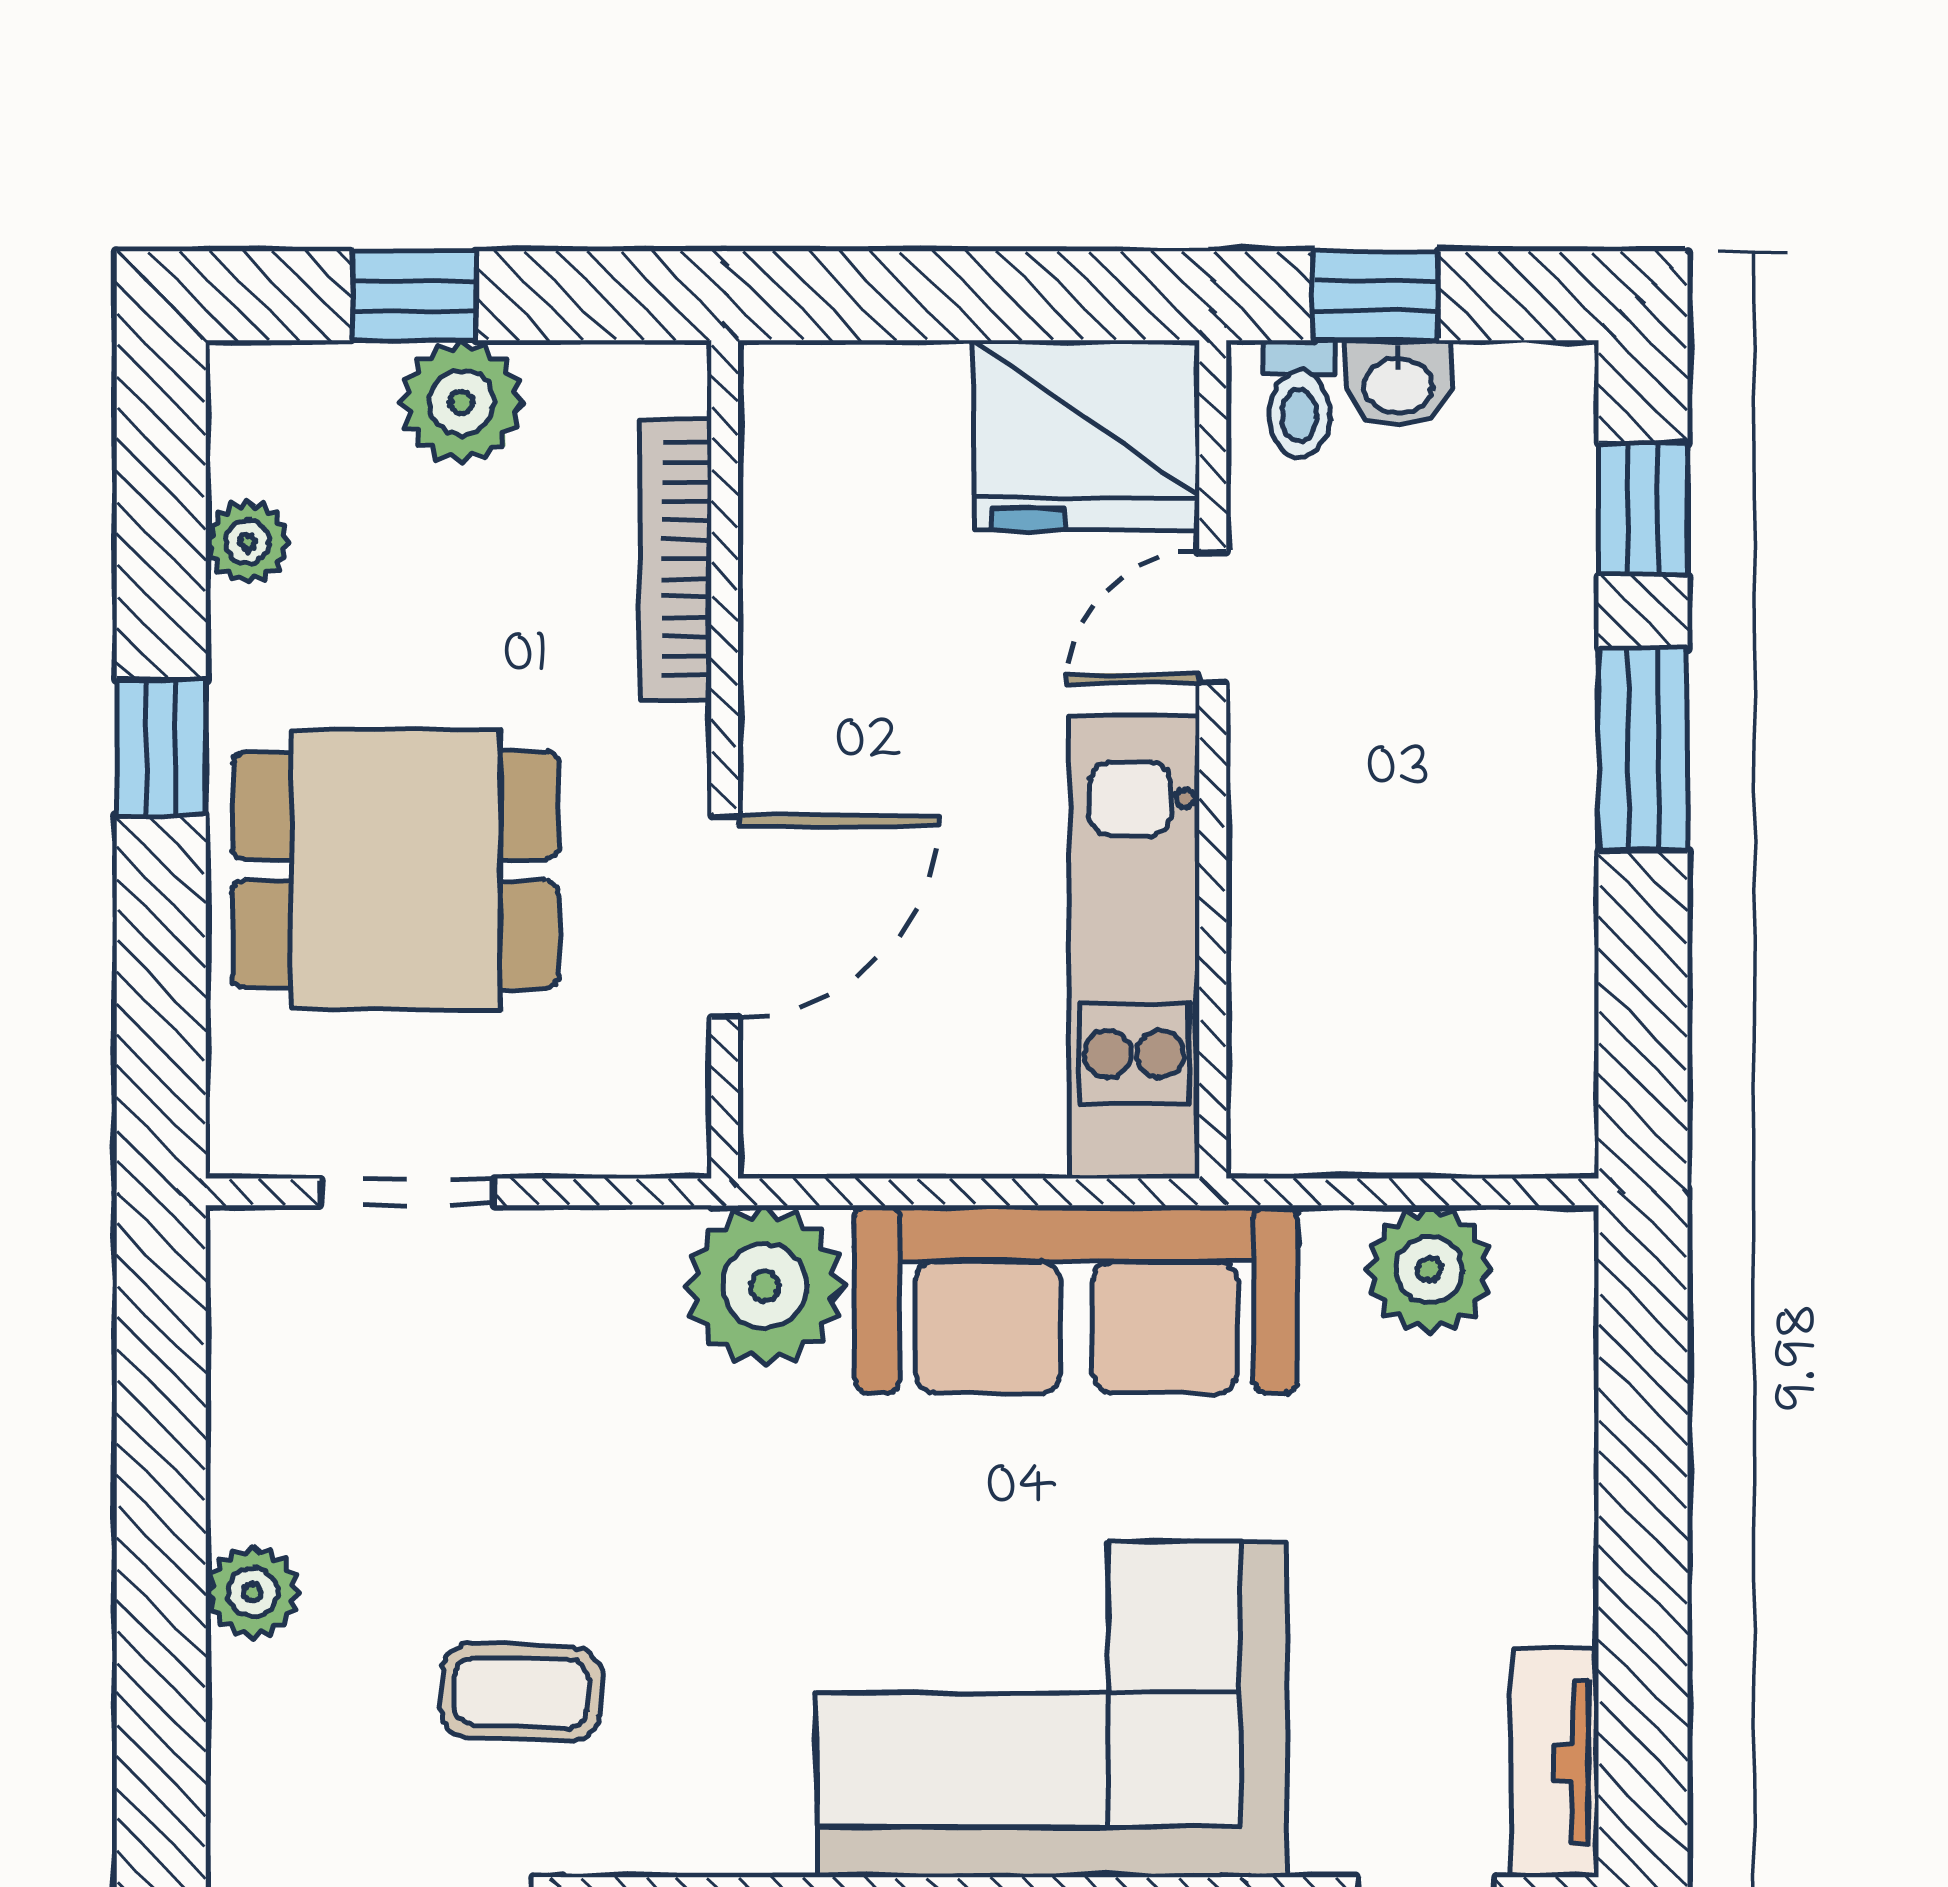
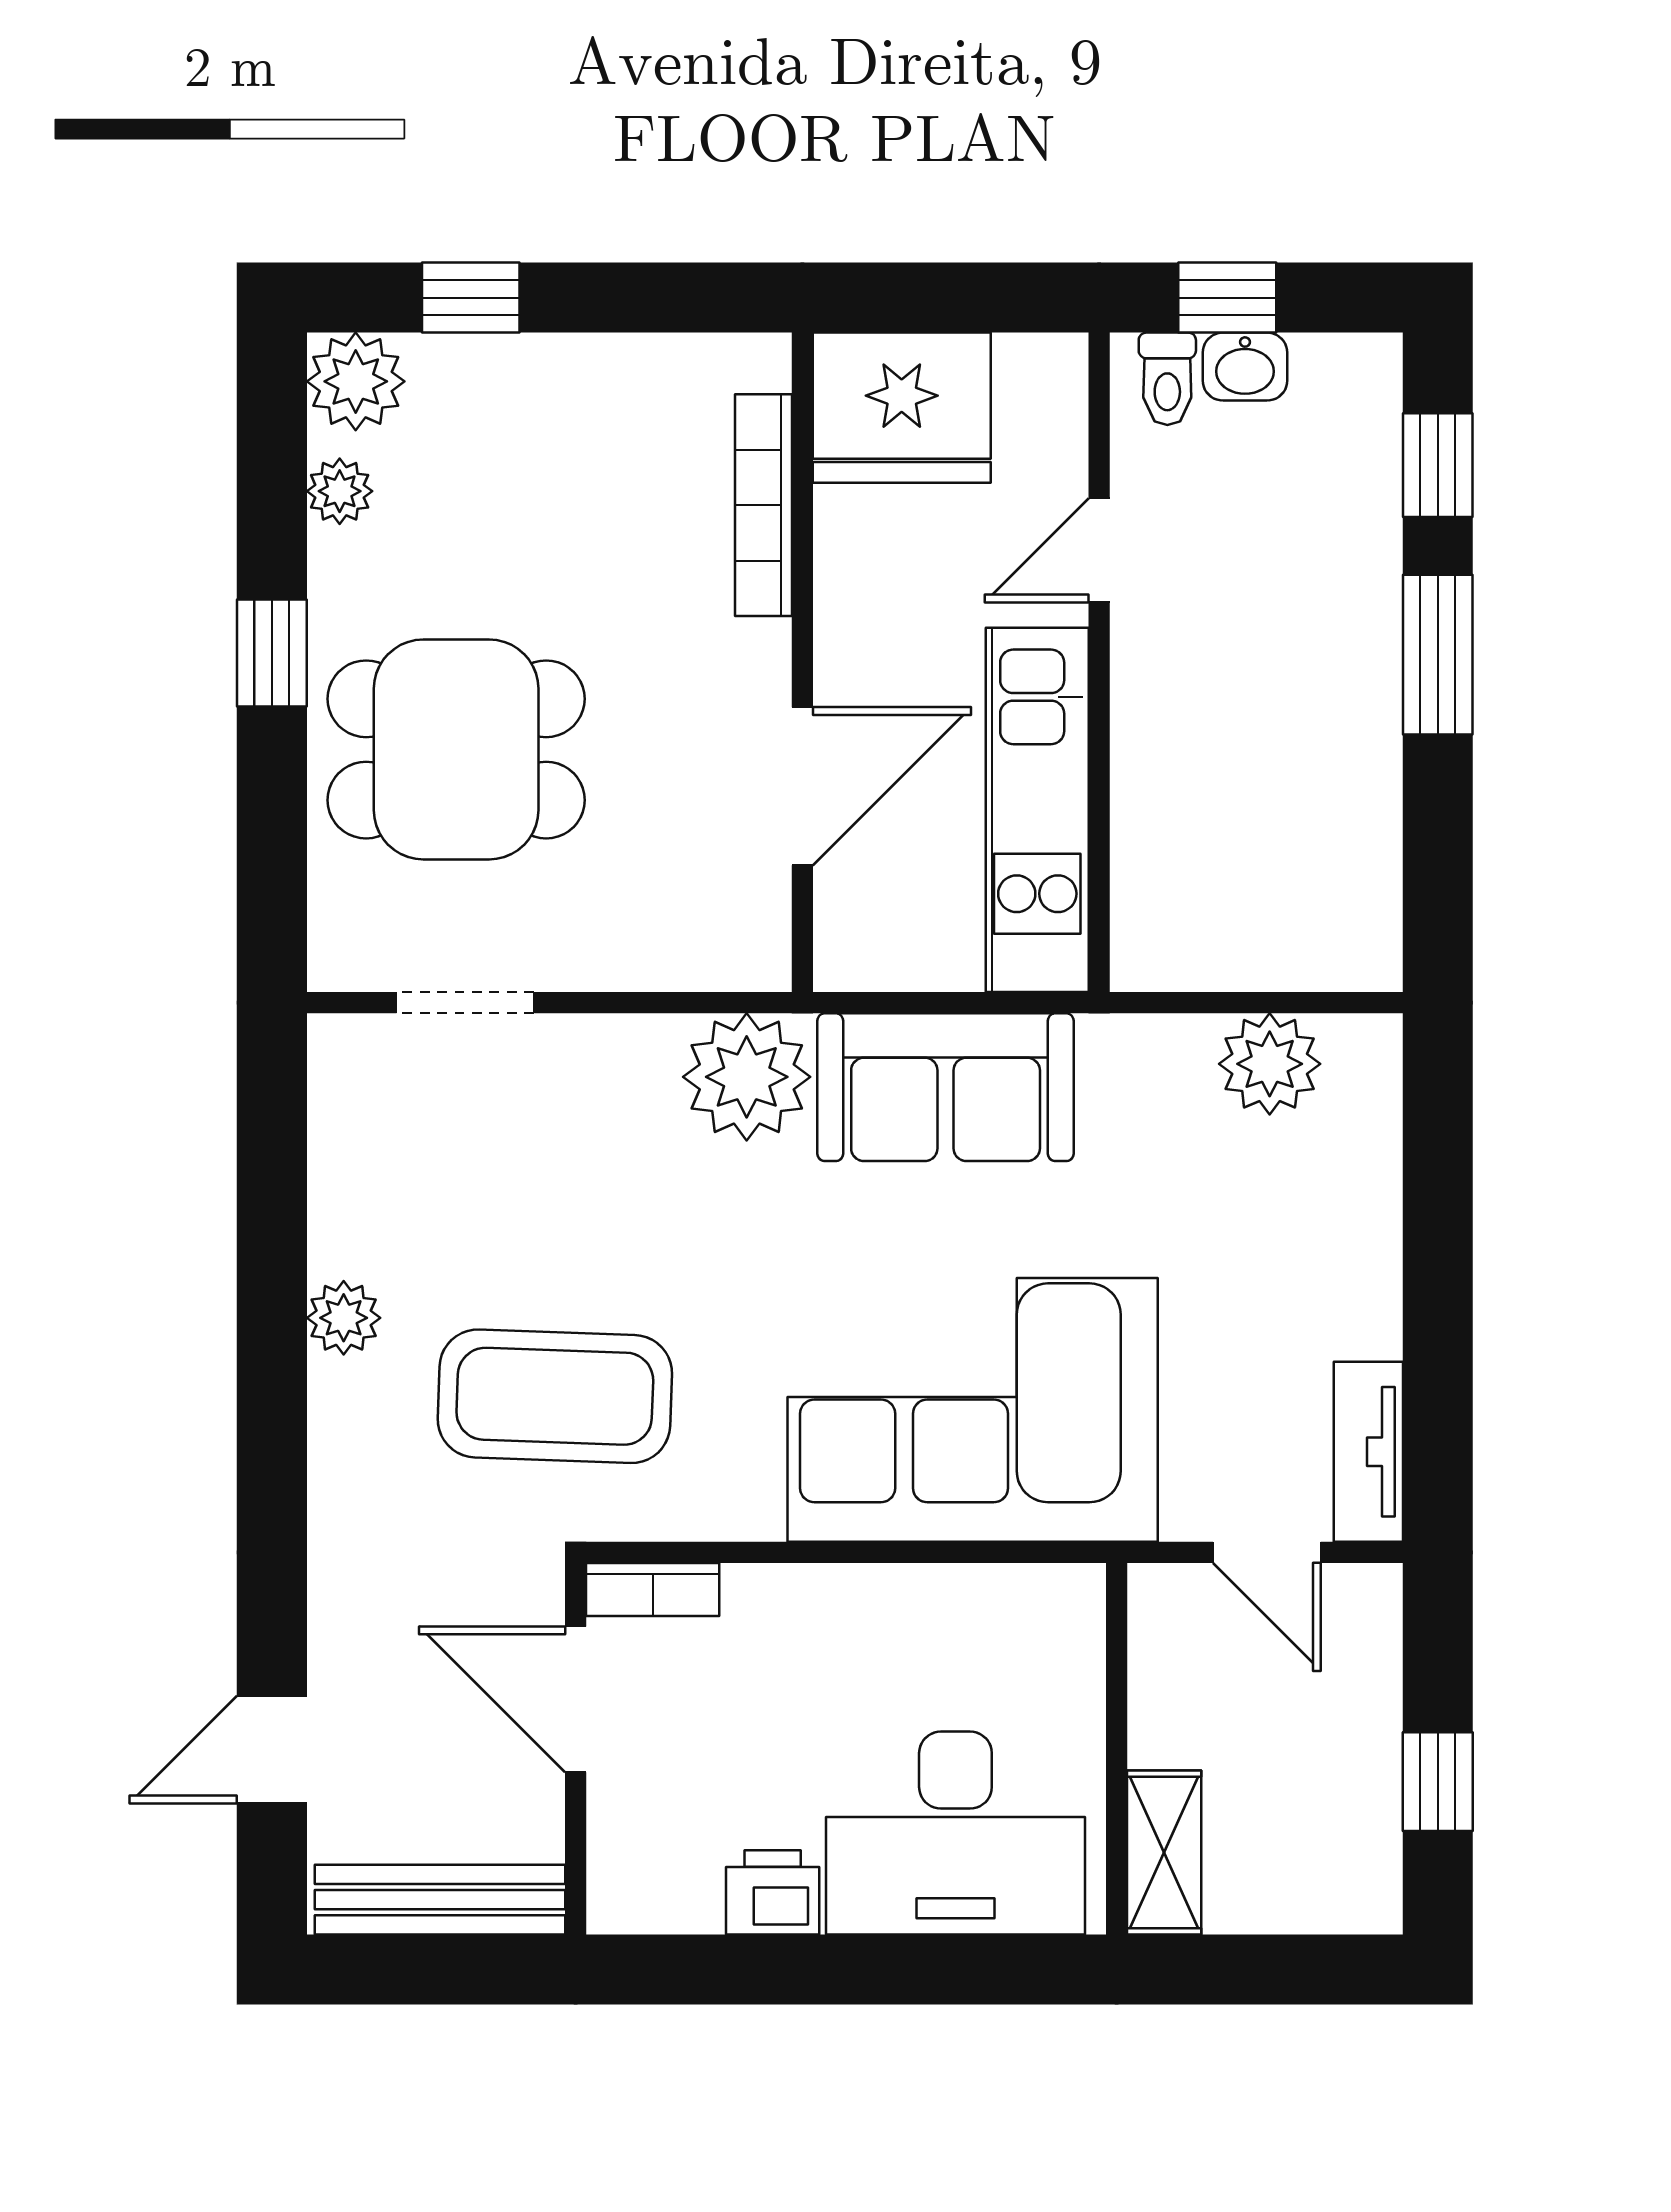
plant: (461, 402) -> (356, 381), moved
fridge: (1087, 436) -> (902, 408), moved
bookcase: (675, 560) -> (764, 505), moved
wall: (725, 759) -> (802, 662), moved
door: (725, 917) -> (802, 786), moved
sofa: (1076, 1299) -> (946, 1087), width x0.73
coffee table: (521, 1692) -> (555, 1396), width x1.86, depth x1.72

